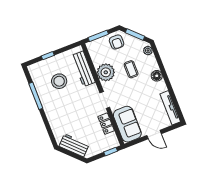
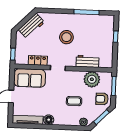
workbench: (83, 69) -> (87, 61), width x0.73
plant: (106, 72) -> (92, 79), moved
floor lamp: (157, 76) -> (49, 120), moved
stool: (59, 81) -> (66, 37), moved

